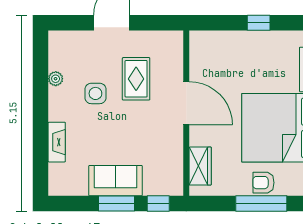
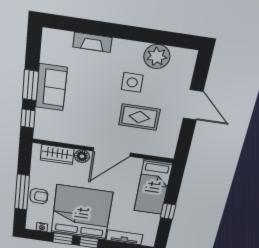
bed: (227, 47) -> (153, 187), added
plant: (56, 79) -> (157, 57), width x1.88, depth x1.88
floor lamp: (198, 137) -> (82, 156), added
armchair: (263, 183) -> (39, 196), turned 90

